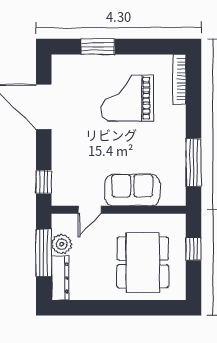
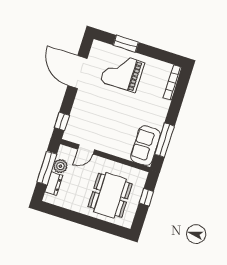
grand piano: (127, 98) -> (122, 72), moved
sofa: (132, 190) -> (146, 146), moved, turned -90
dresser: (60, 278) -> (54, 184), width x0.70

